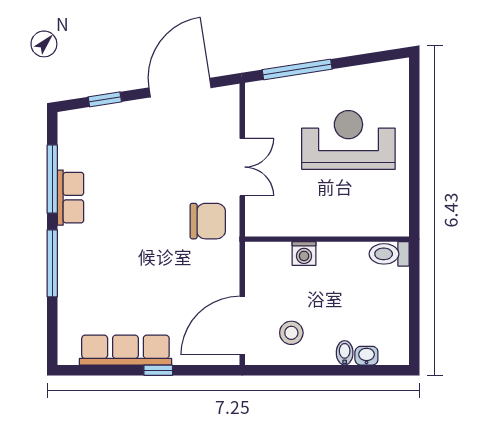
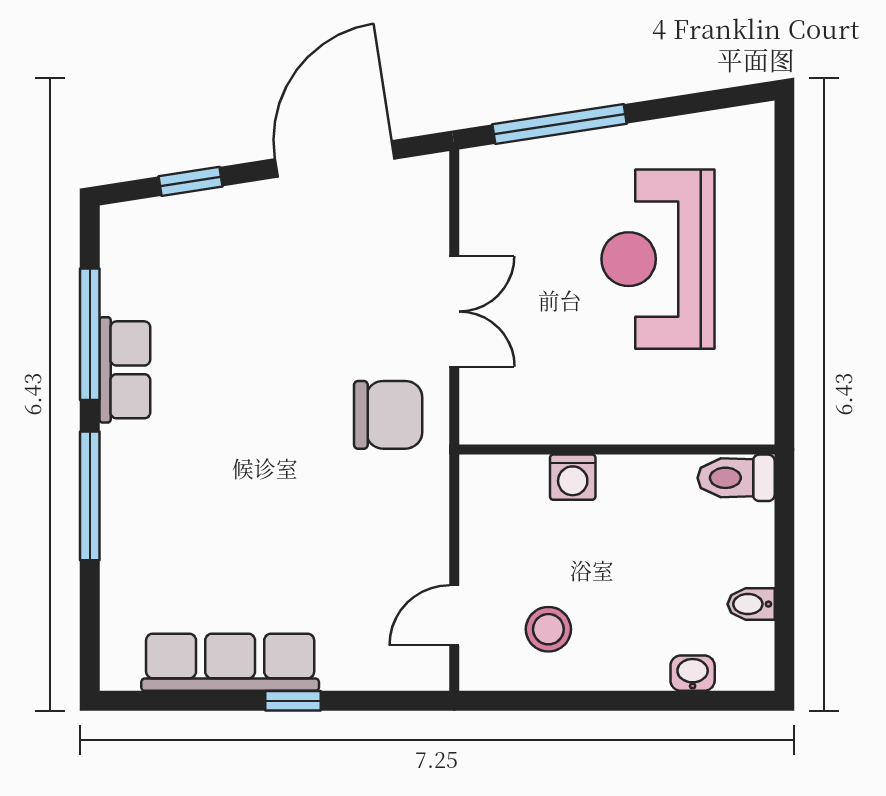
reception desk: (348, 140) -> (658, 259), turned -90
door: (242, 326) -> (454, 615), width x0.53
bidet: (345, 353) -> (751, 604), moved, turned -90

